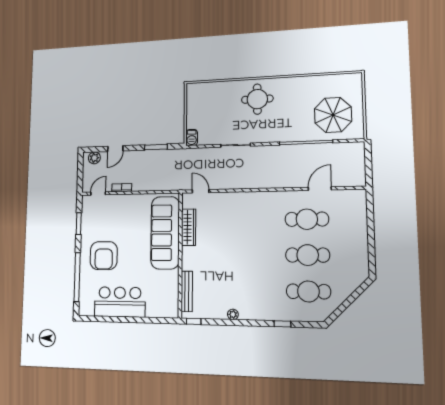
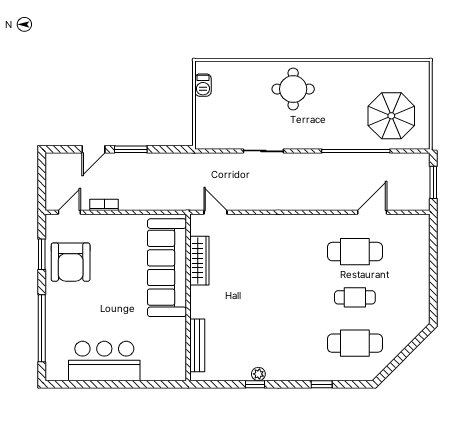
barbecue: (192, 137) -> (203, 85), moved
window: (156, 147) -> (131, 149), moved
plant: (94, 158) -> (62, 161), removed
window: (368, 164) -> (433, 182), added
cafe table: (308, 255) -> (355, 297), width x0.73, depth x0.74
armchair: (104, 256) -> (71, 262), moved
window: (194, 321) -> (255, 384), moved

